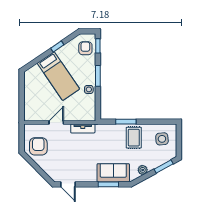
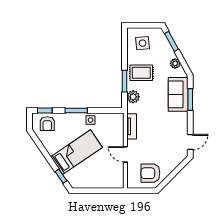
window: (57, 46) -> (61, 176), moved
armchair: (85, 48) -> (47, 124), turned -90
plant: (111, 130) -> (133, 97), added

